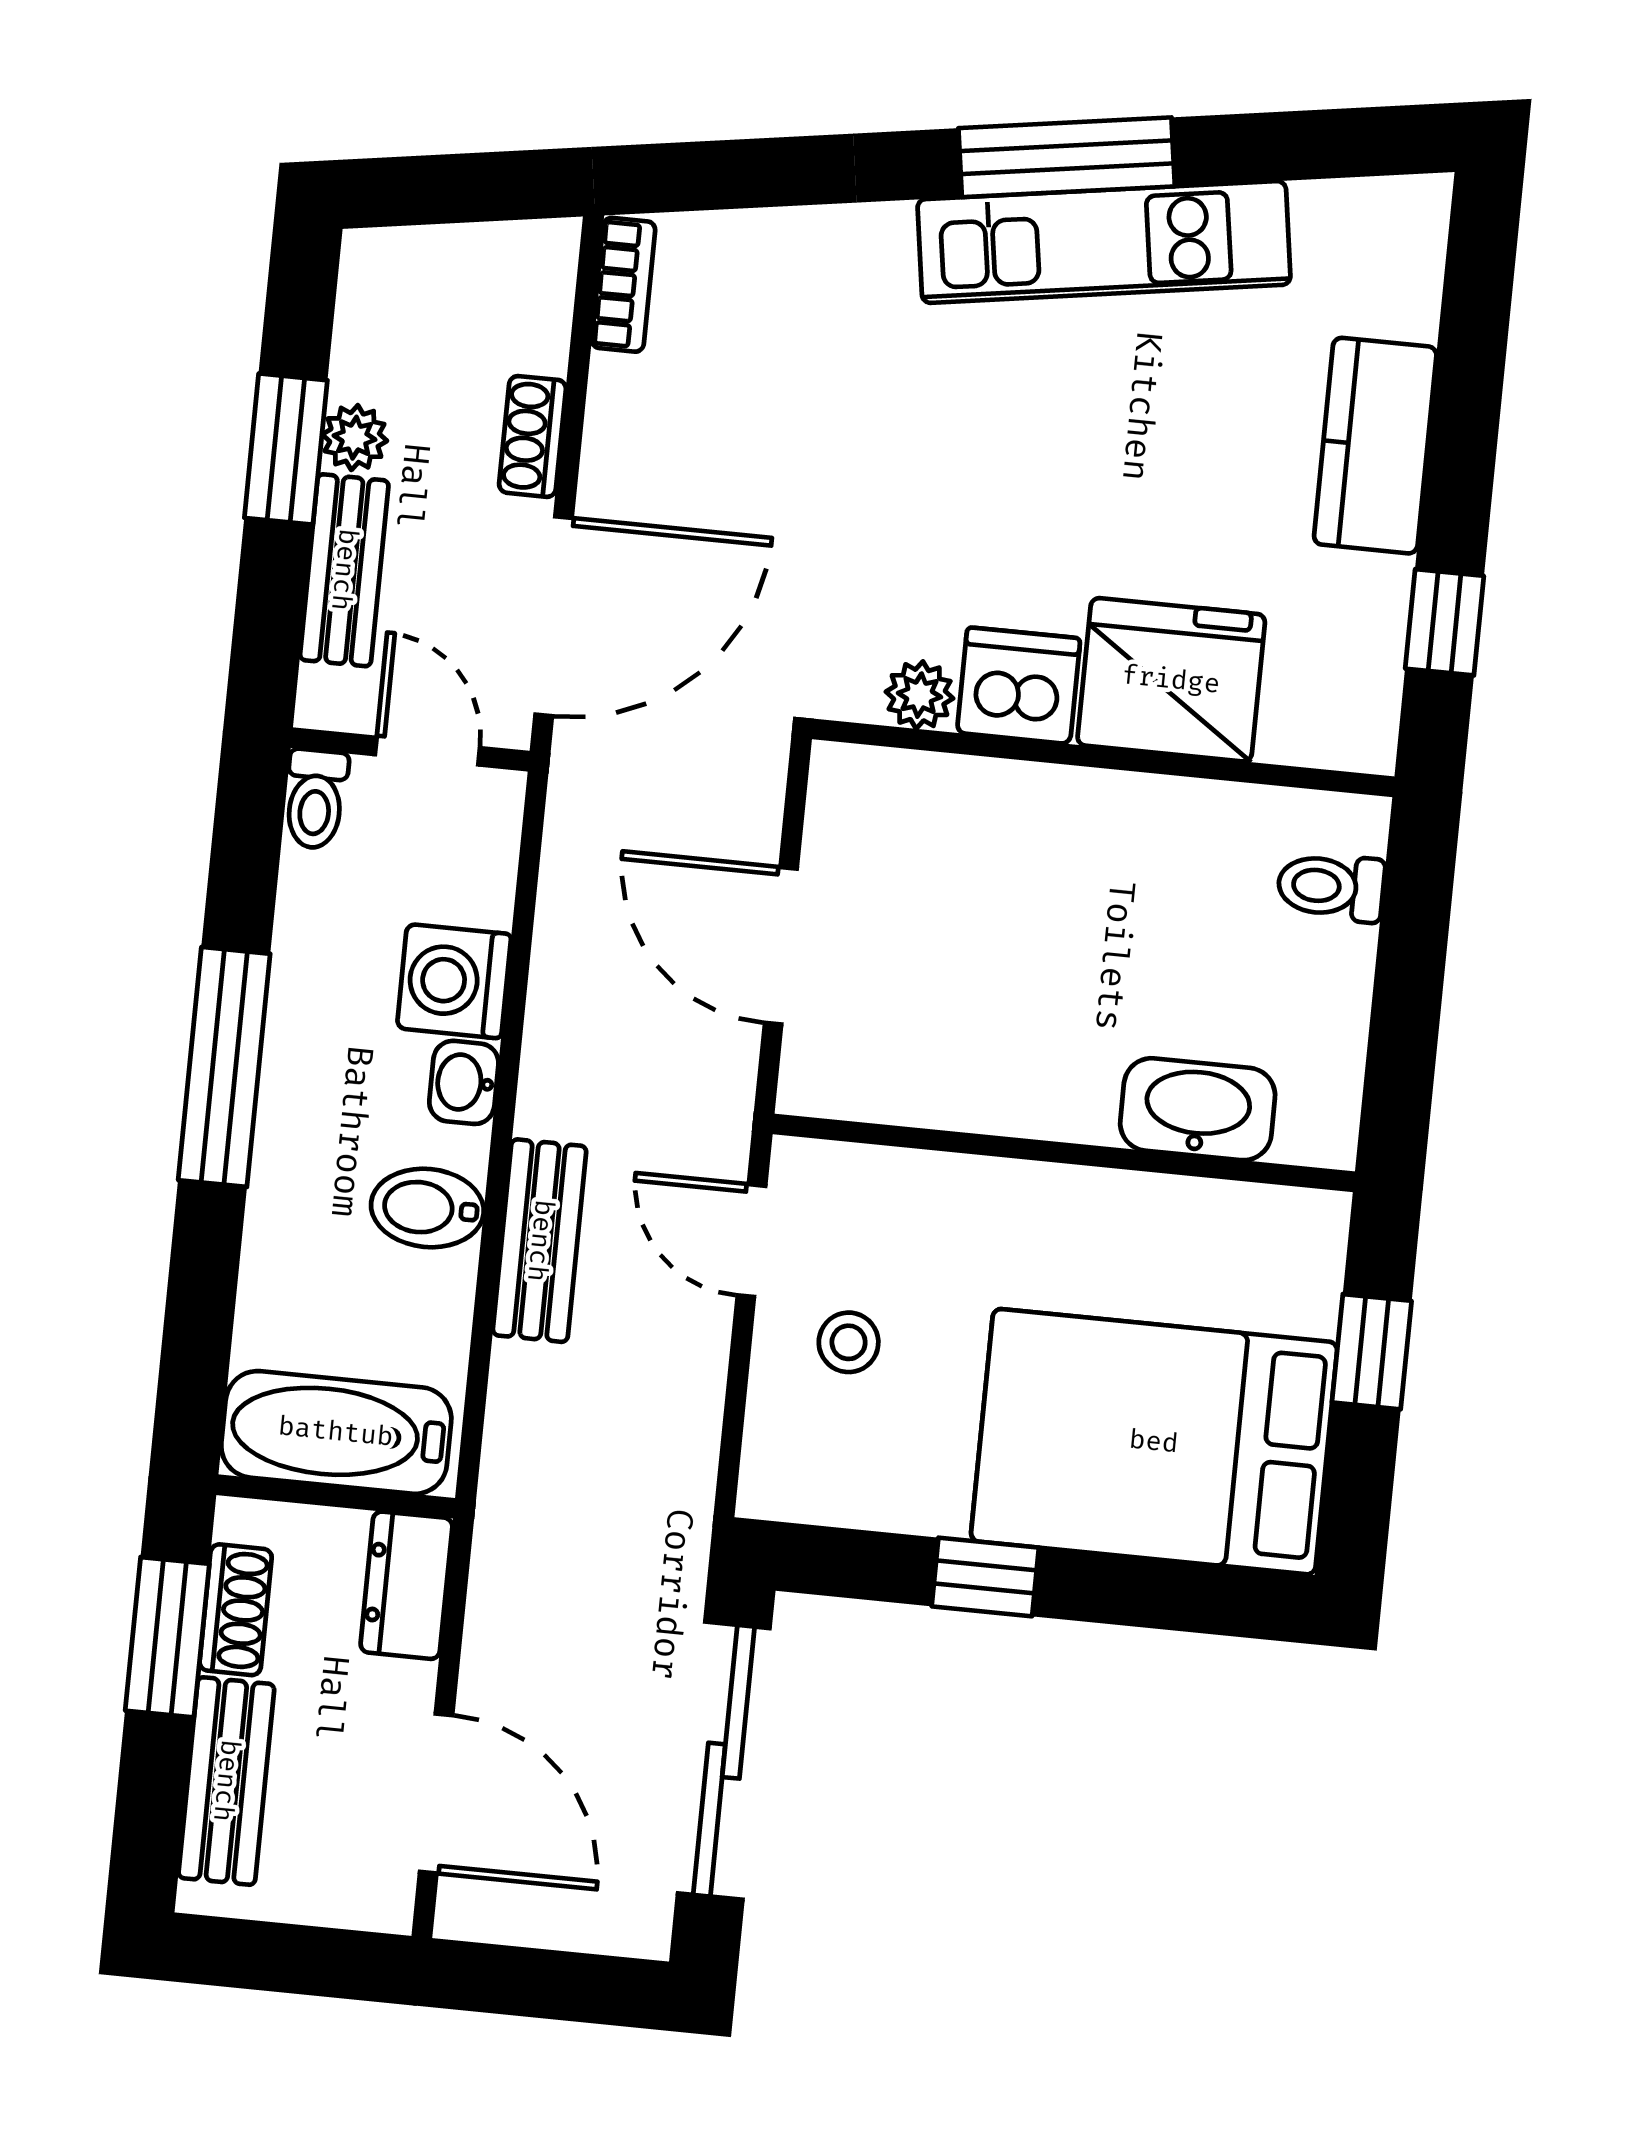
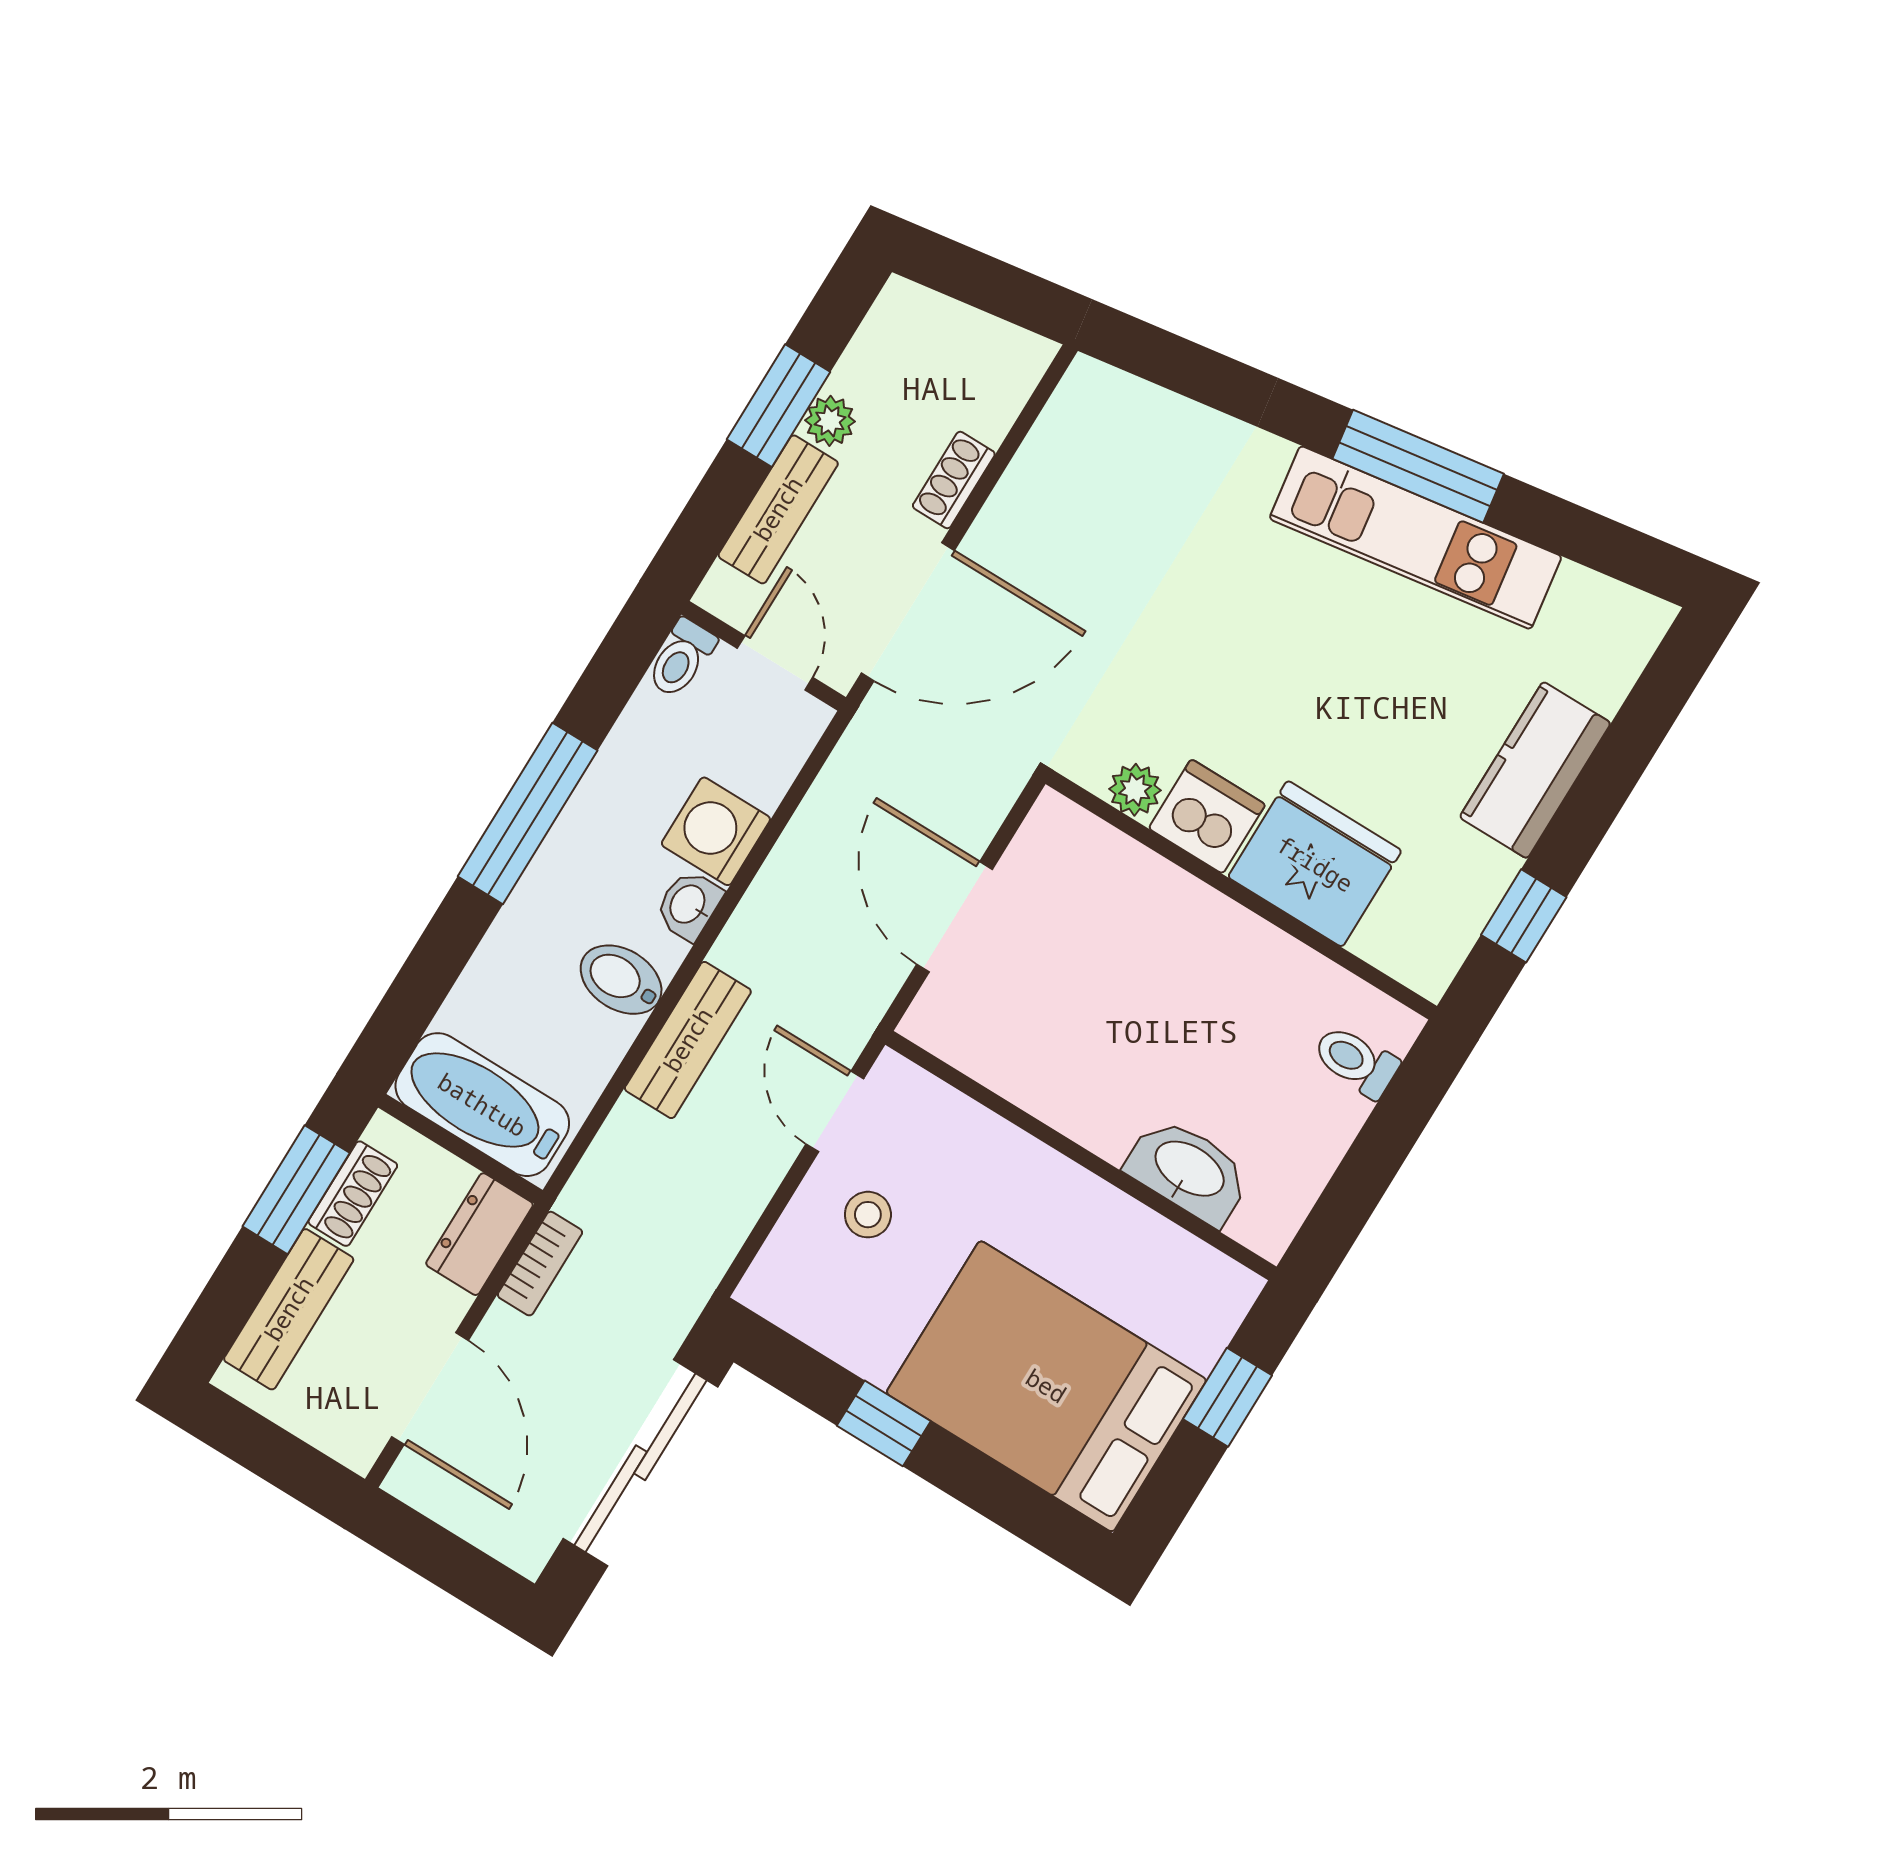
bookcase: (623, 285) -> (540, 1264), moved

